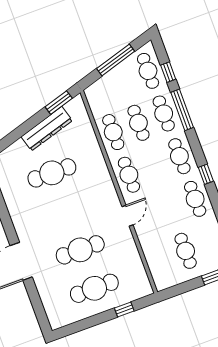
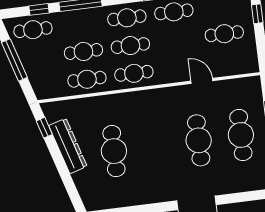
window: (59, 103) -> (44, 128), width x0.67
cafe table: (164, 114) -> (130, 46), moved
door: (128, 216) -> (202, 81), moved

